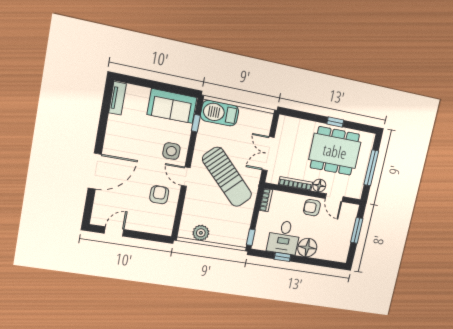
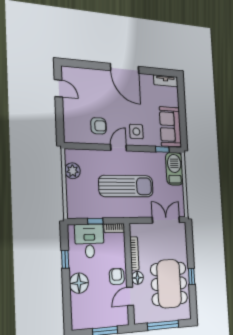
double door: (268, 154) -> (166, 220), moved
door: (95, 171) -> (125, 68), moved
sun lounger: (227, 177) -> (126, 186), turned -135
window: (251, 237) -> (95, 221), moved
desk: (284, 237) -> (89, 241), moved, turned 90

